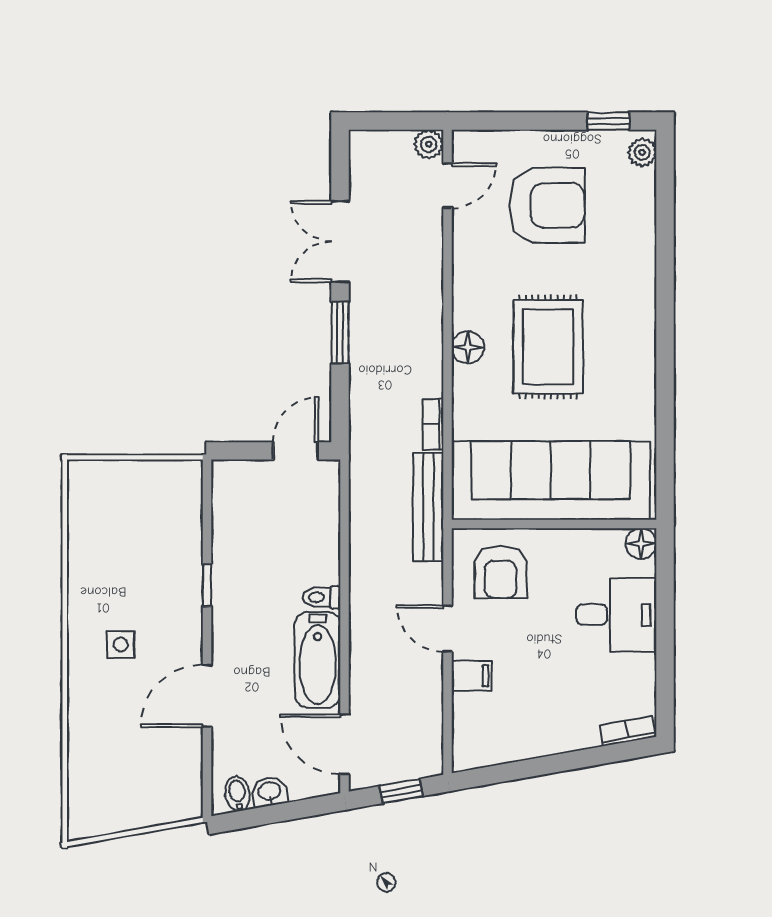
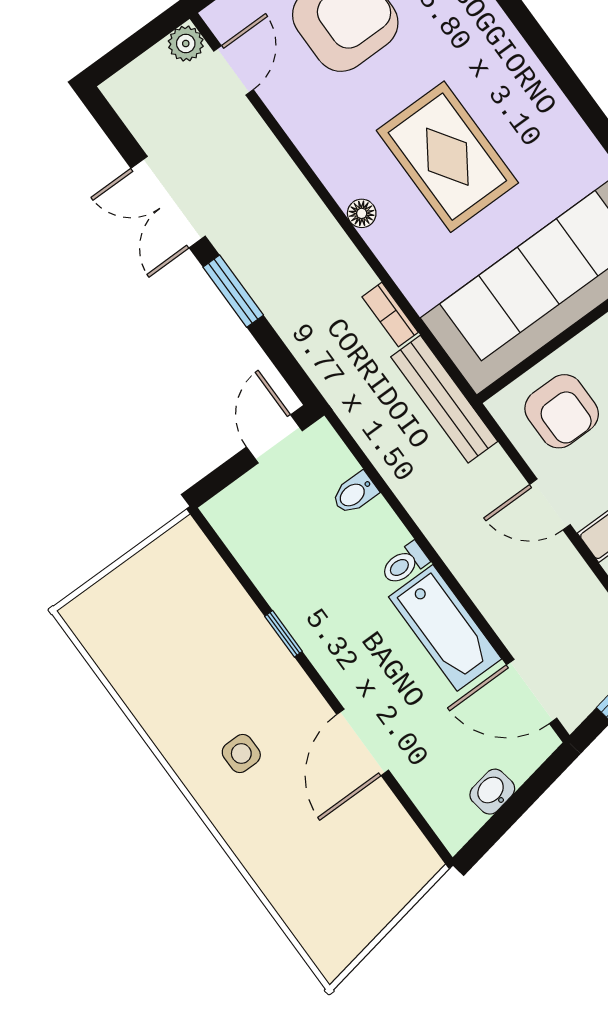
floor lamp: (468, 347) -> (362, 213), width x0.73, depth x0.73
bidet: (237, 794) -> (355, 493), moved, turned -80

